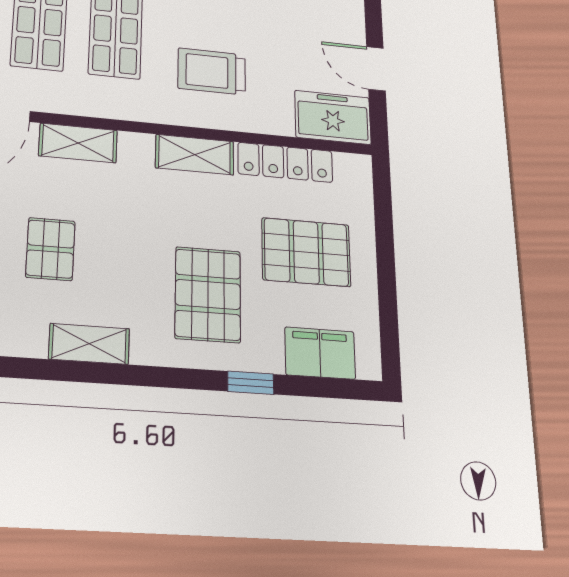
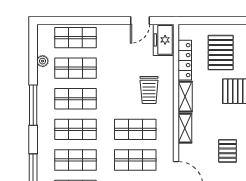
shelving: (78, 143) -> (185, 128), moved
pallet: (50, 249) -> (228, 151), turned 90

